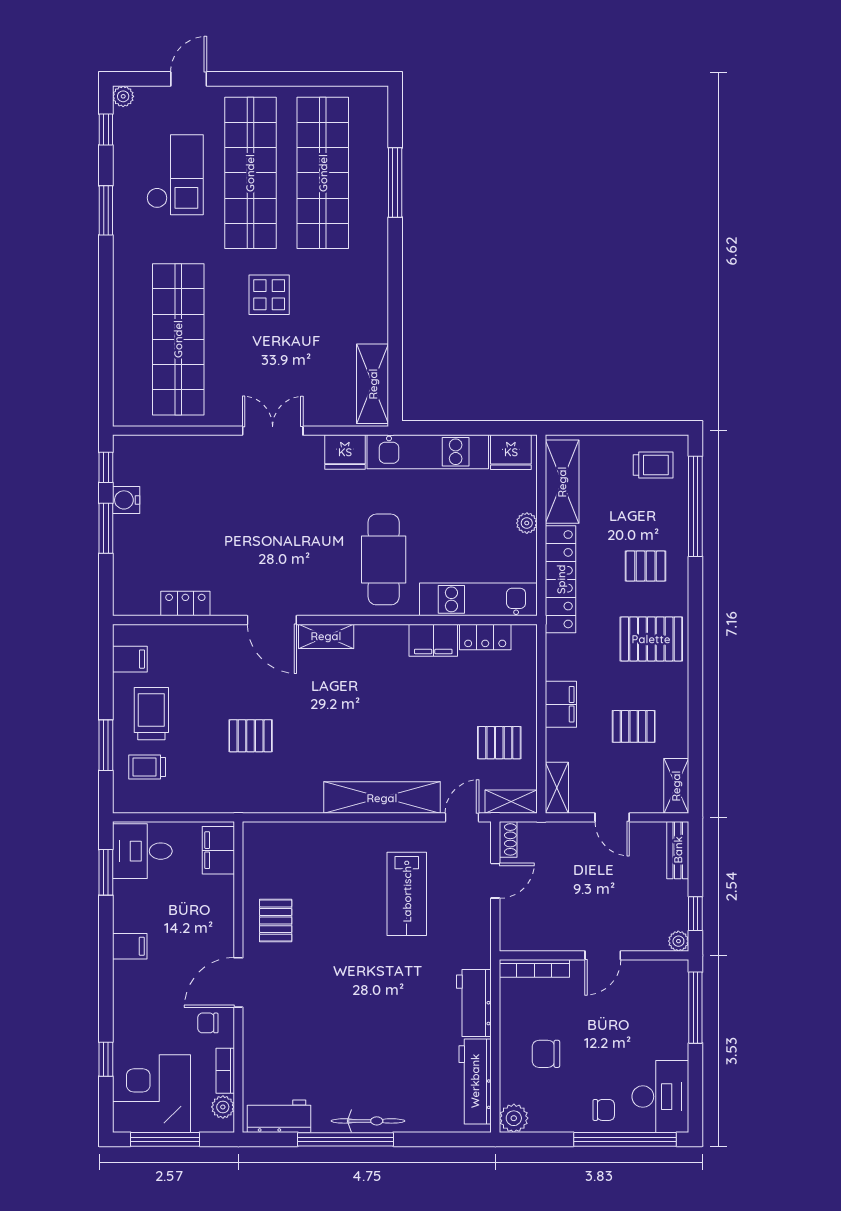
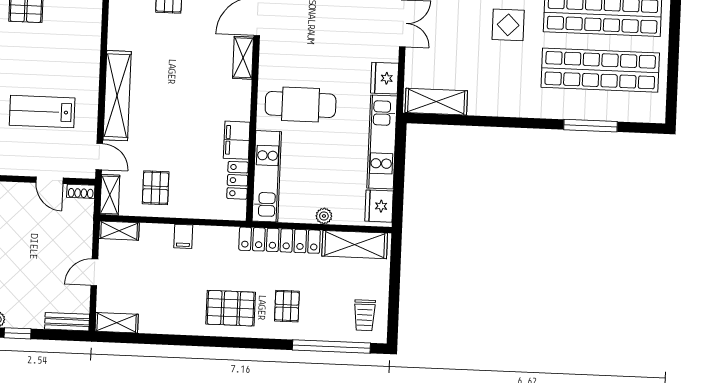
pallet: (651, 639) -> (231, 308), turned 90
filing cabinet: (561, 704) -> (183, 236), width x0.50
pallet: (634, 726) -> (164, 292), removed

